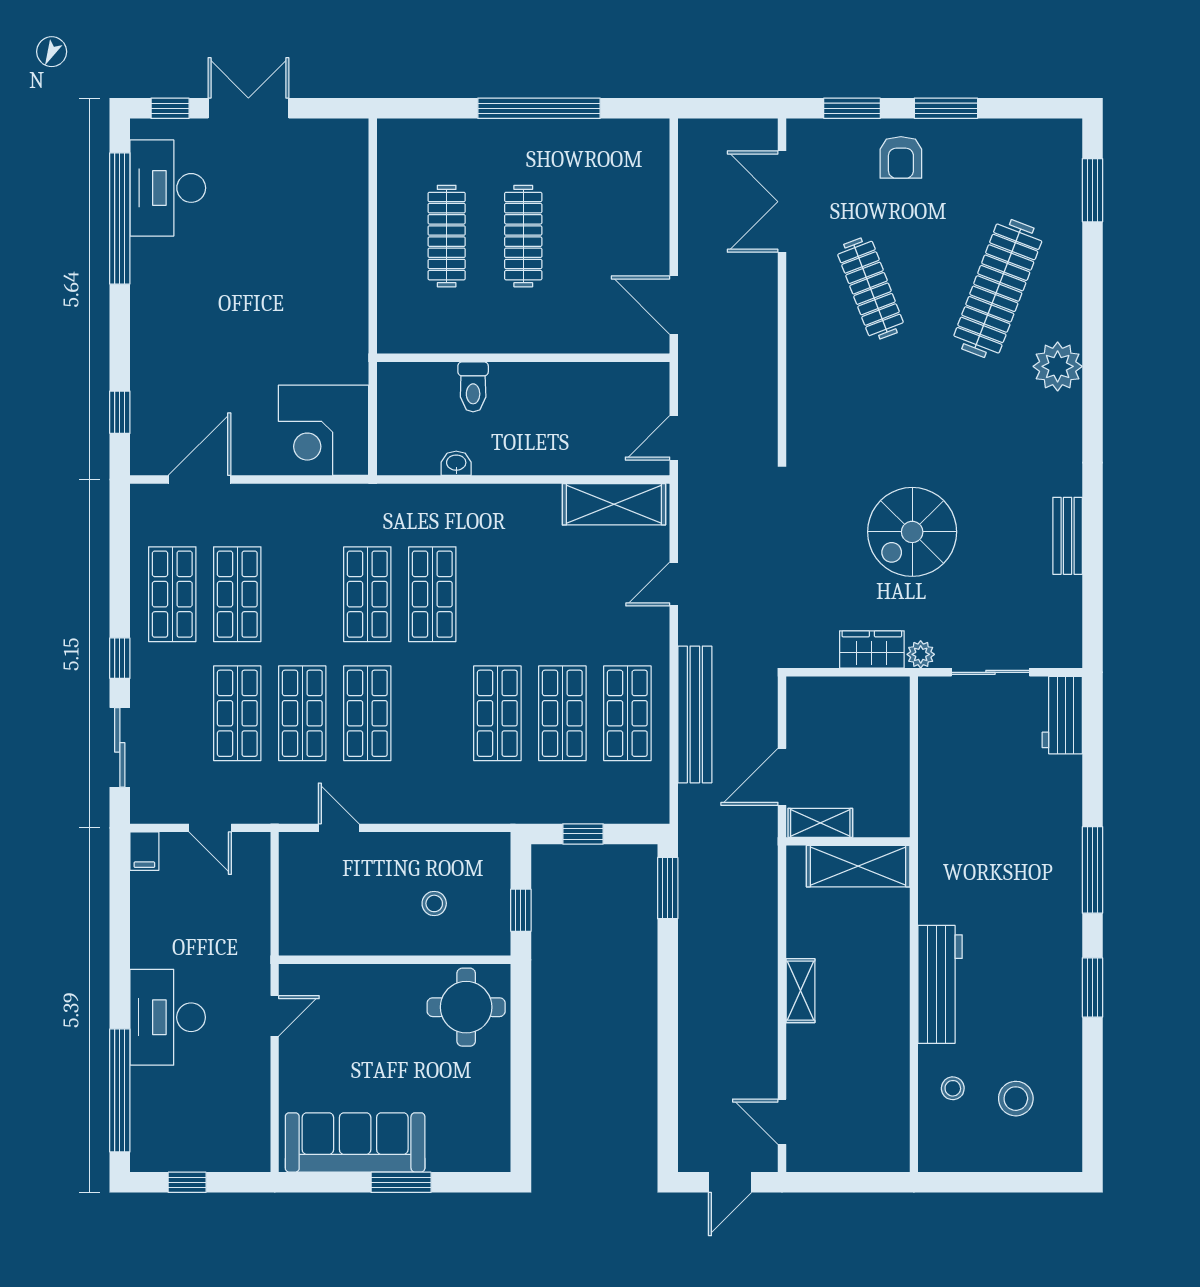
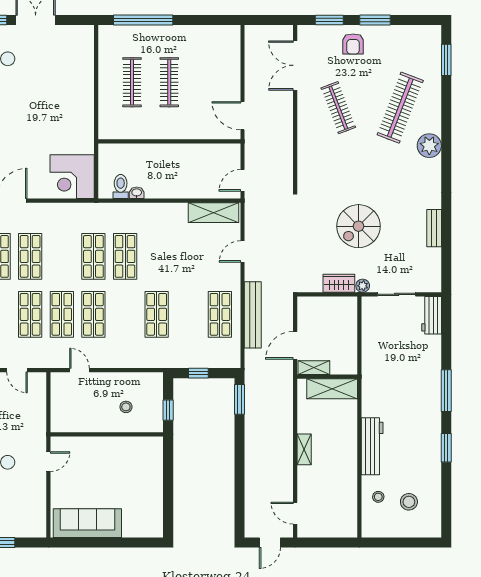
window: (539, 108) -> (143, 20), moved
toilet: (473, 387) -> (121, 187), moved, turned 180
shop shelf: (562, 713) -> (188, 314), removed
round table: (466, 1007) -> (141, 457), removed
window: (401, 1182) -> (110, 543), removed

